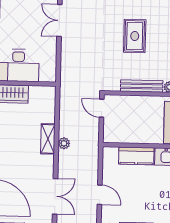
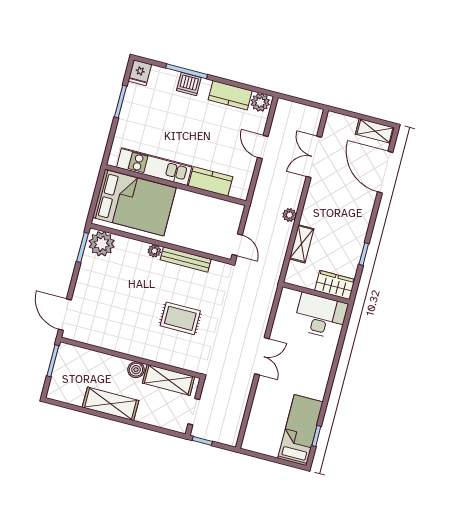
rug: (135, 36) -> (180, 318), turned 90
shelving: (48, 139) -> (302, 244), moved

